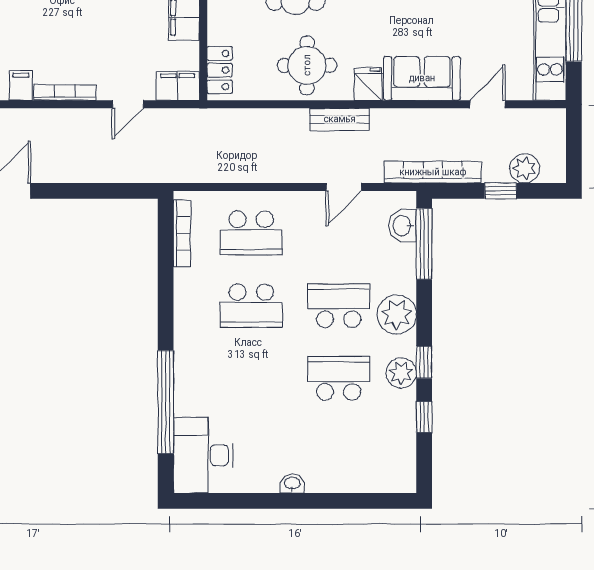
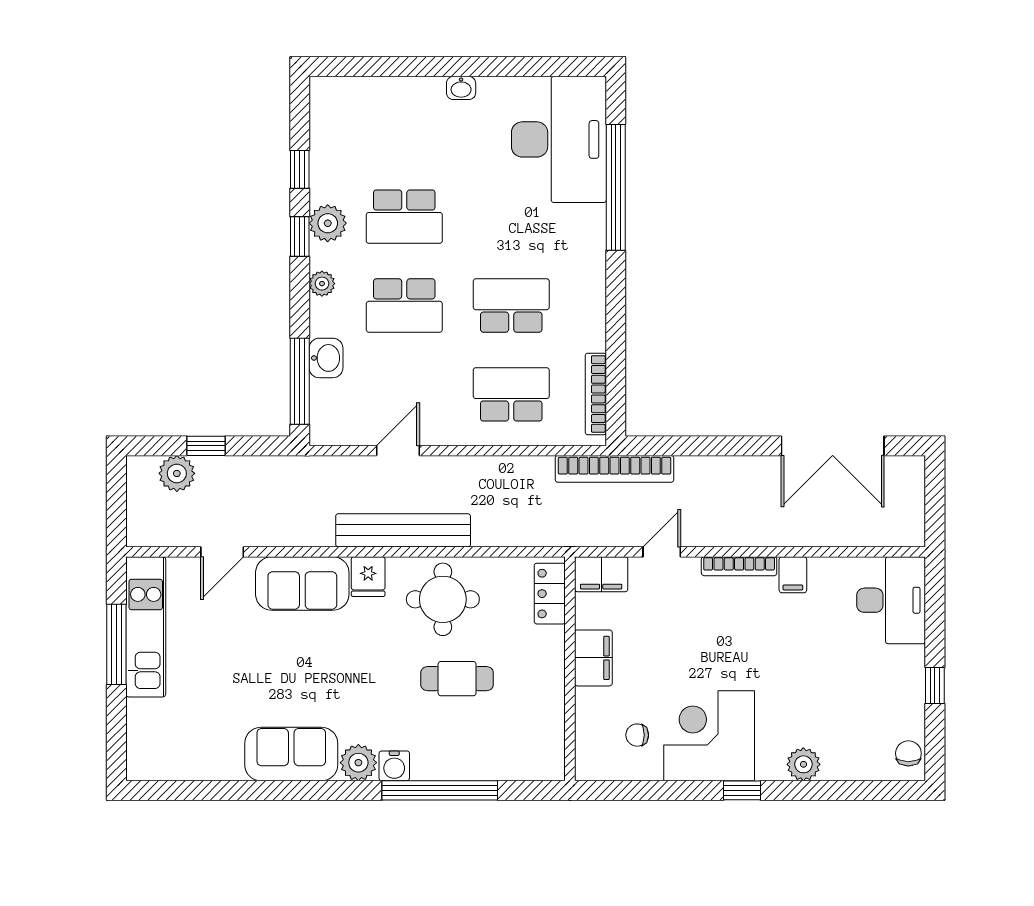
bench: (340, 119) -> (403, 530), width x1.86, depth x1.21
bookcase: (433, 172) -> (615, 469), moved
washbasin: (403, 226) -> (326, 358), moved
plant: (397, 314) -> (322, 284), width x0.53, depth x0.53
desk: (203, 455) -> (559, 139), width x1.36, depth x1.30

